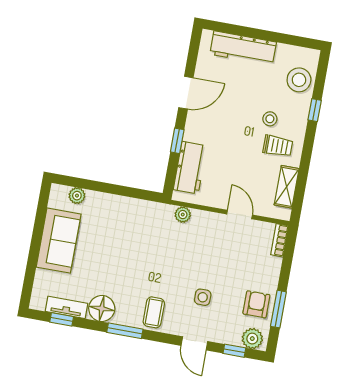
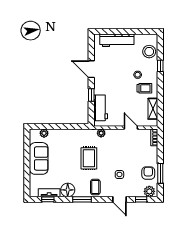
door: (186, 93) -> (91, 69), swing flipped
rug: (152, 257) -> (89, 158), added

